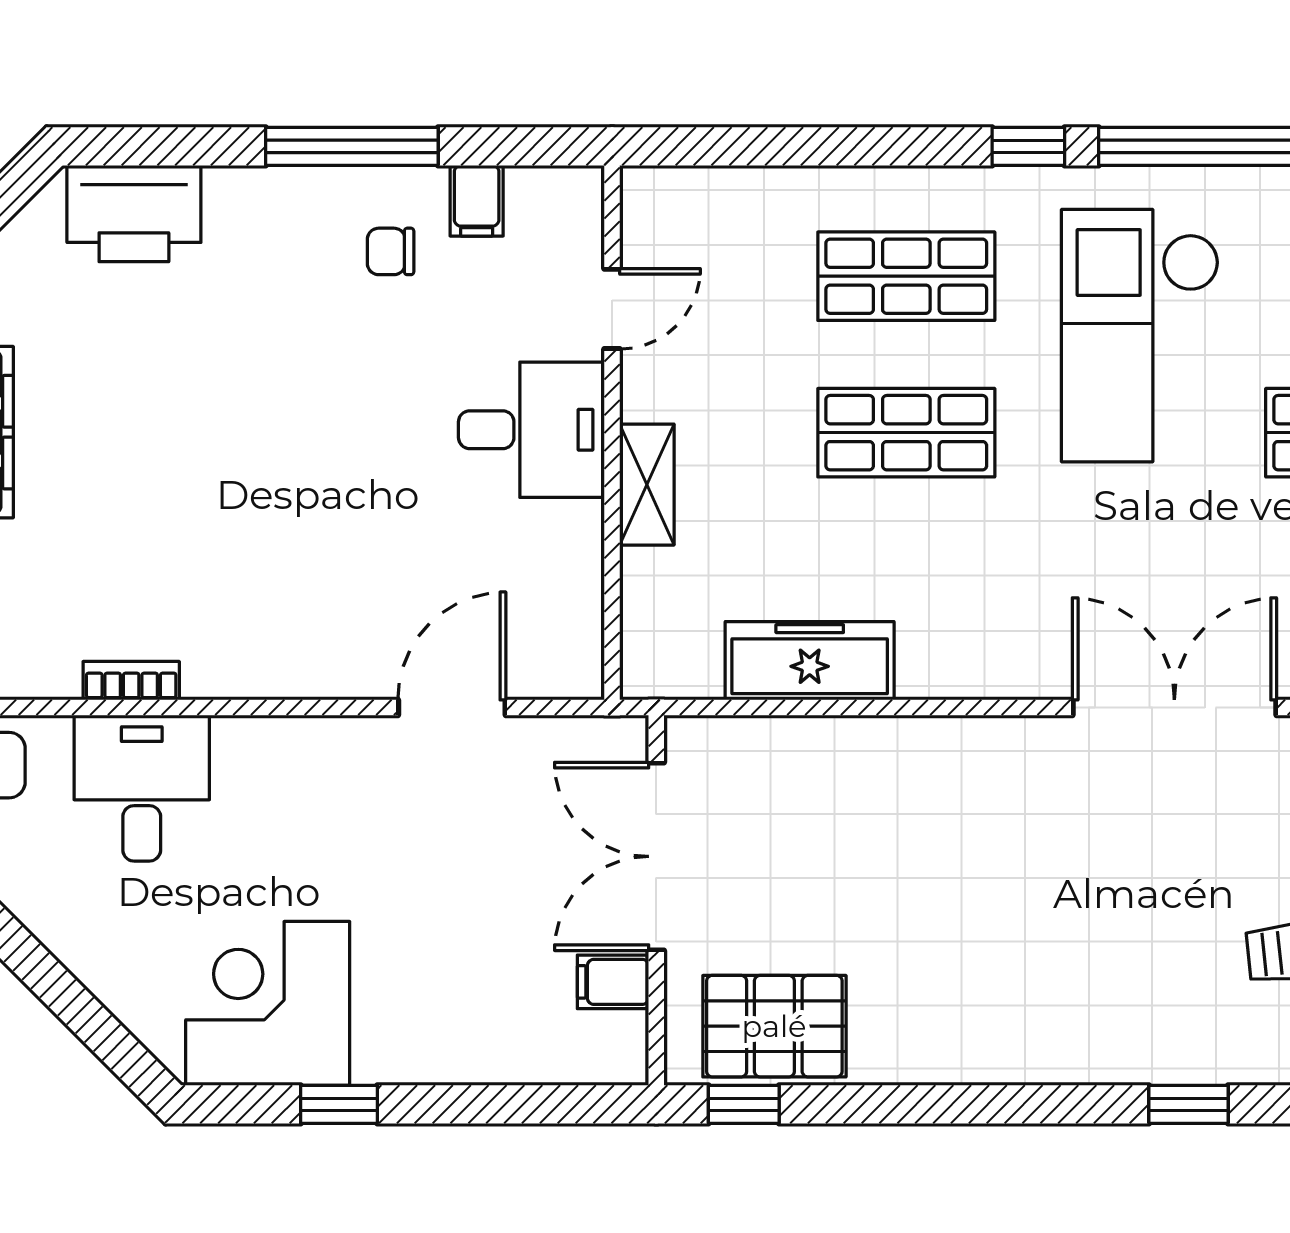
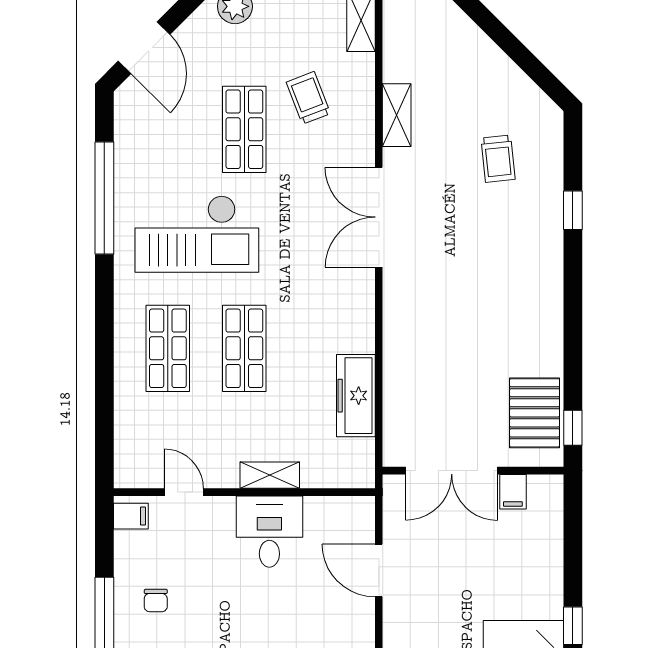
window: (1028, 146) -> (104, 289), removed
filing cabinet: (477, 201) -> (131, 516), moved
desk: (531, 430) -> (269, 532), moved

